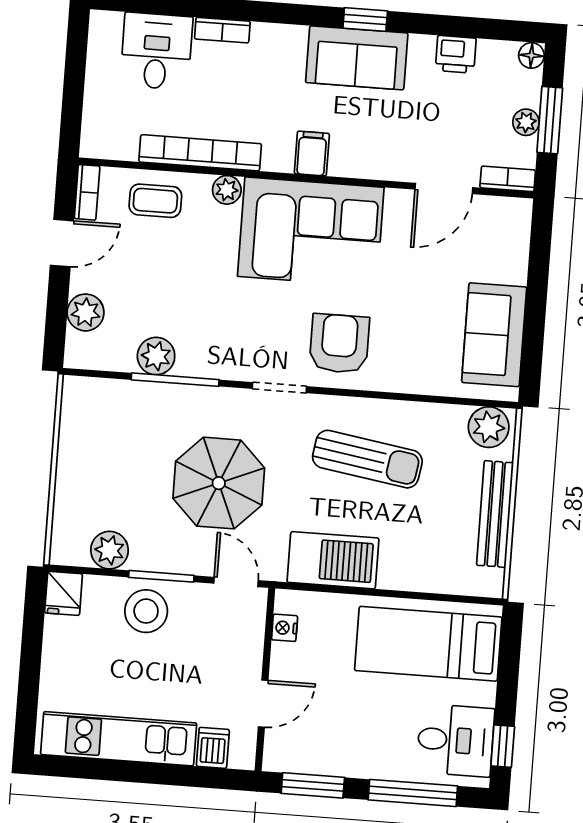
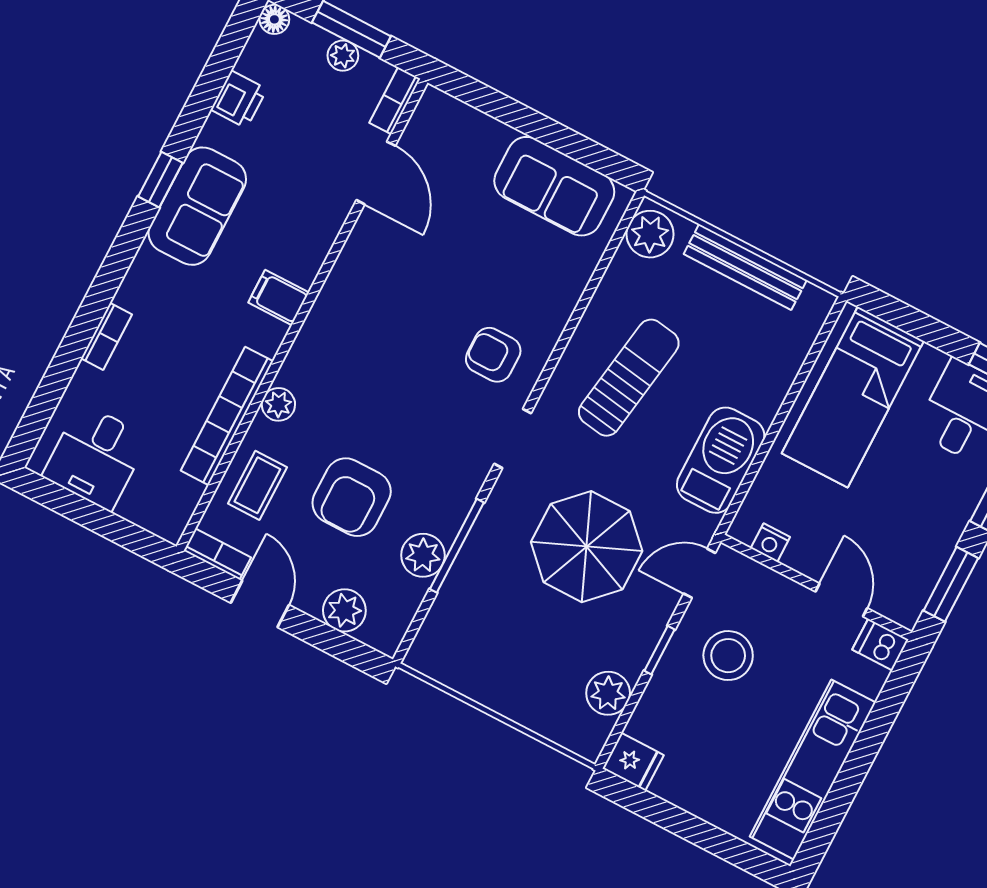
desk: (156, 51) -> (96, 457), moved, turned -90
corner sofa: (311, 232) -> (361, 334), removed
armchair: (178, 280) -> (352, 497), added
armchair: (339, 344) -> (493, 355), width x0.72, depth x0.72
window: (161, 576) -> (660, 650), width x0.67
stool: (146, 611) -> (728, 656), moved
dishwasher: (213, 748) -> (880, 645), moved

